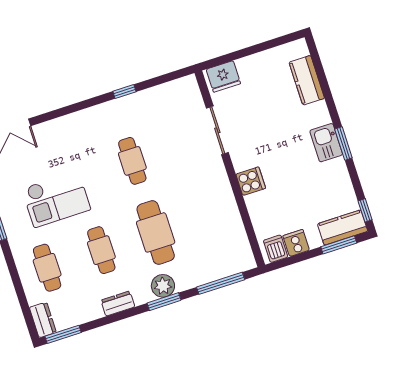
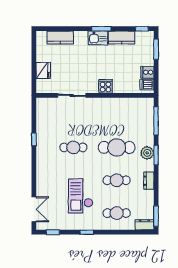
fridge: (223, 76) -> (43, 71), moved
checkout: (56, 199) -> (81, 196), turned 180
kitchen counter: (343, 228) -> (122, 38), moved, turned -90

